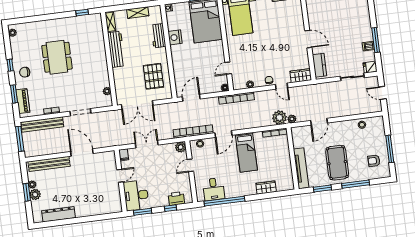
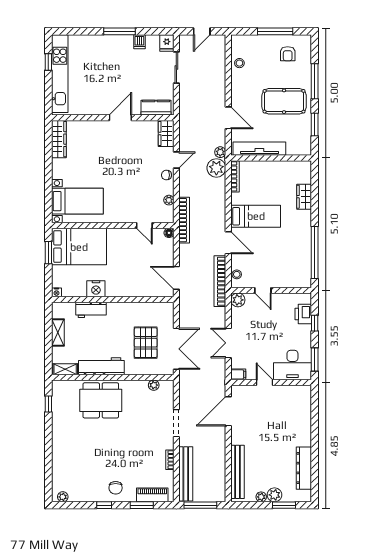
window: (376, 40) -> (119, 31), moved
dining table: (57, 57) -> (101, 400), moved
pallet: (153, 76) -> (146, 343), moved, turned 90
door: (82, 152) -> (228, 411), moved
tv unit: (301, 168) -> (259, 149), moved
desk: (214, 189) -> (297, 264), removed
window: (27, 192) -> (284, 505), moved

